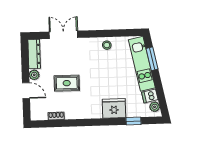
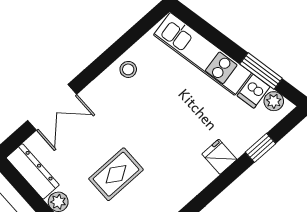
double door: (63, 35) -> (52, 107), swing flipped
window: (152, 59) -> (261, 71), moved
fridge: (114, 108) -> (219, 157), width x0.53, depth x0.75

